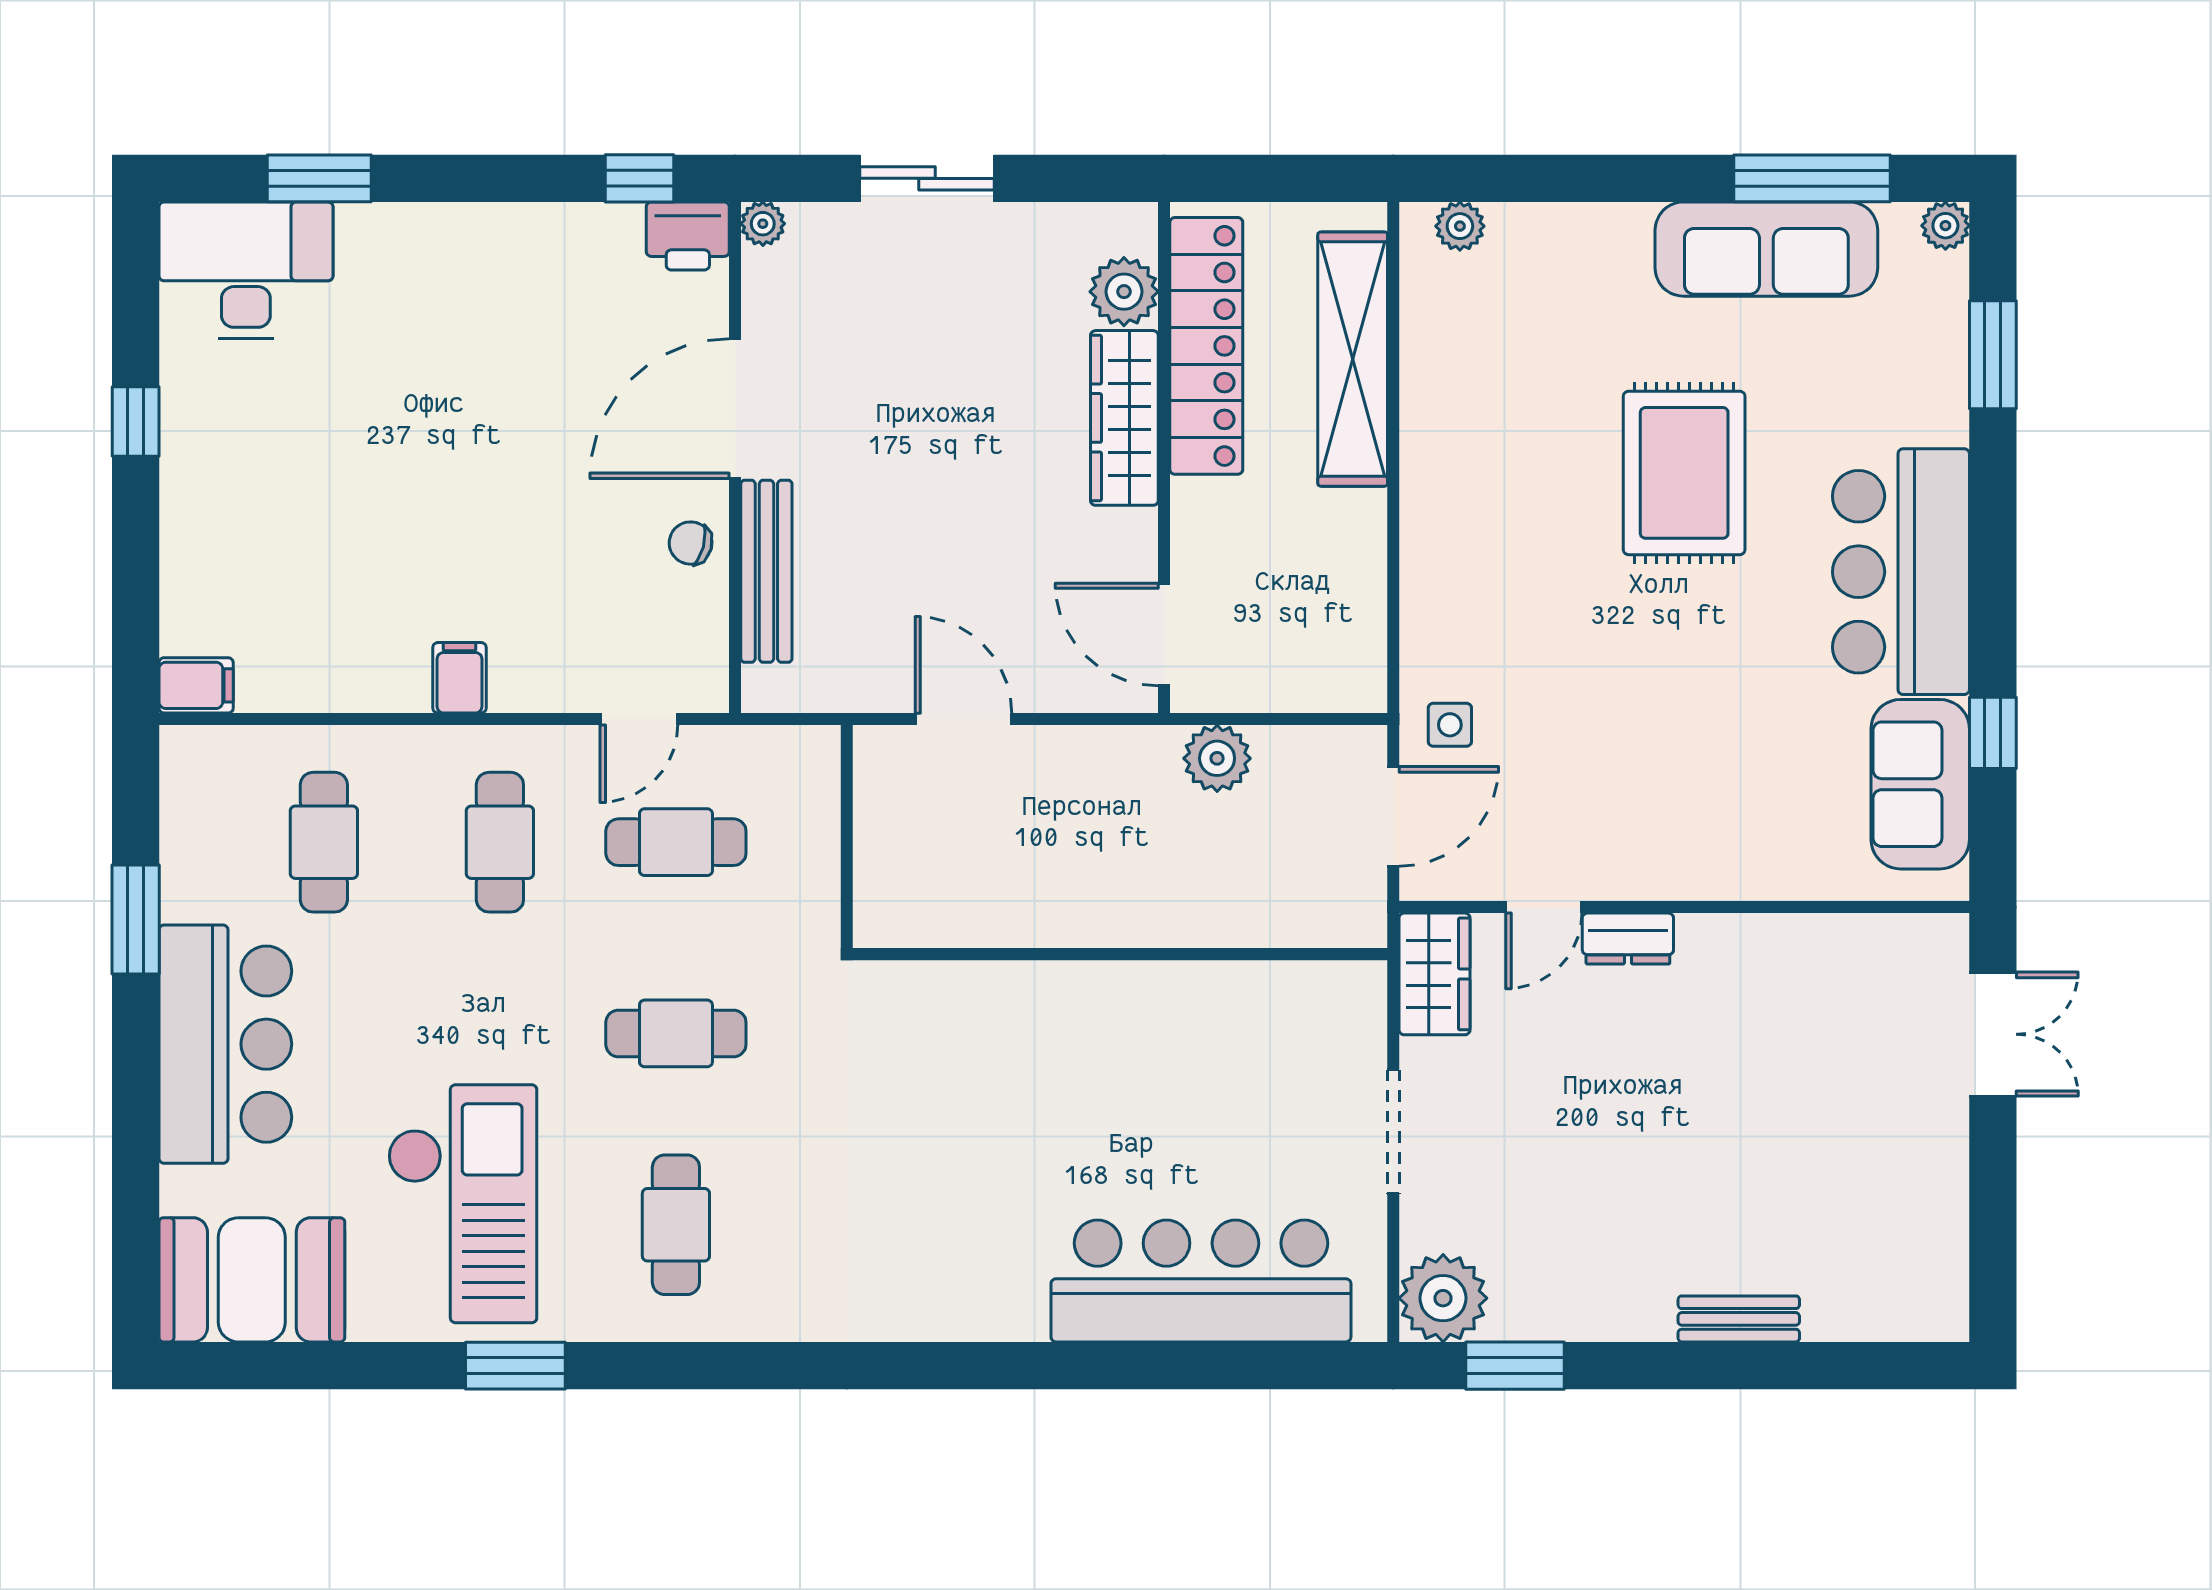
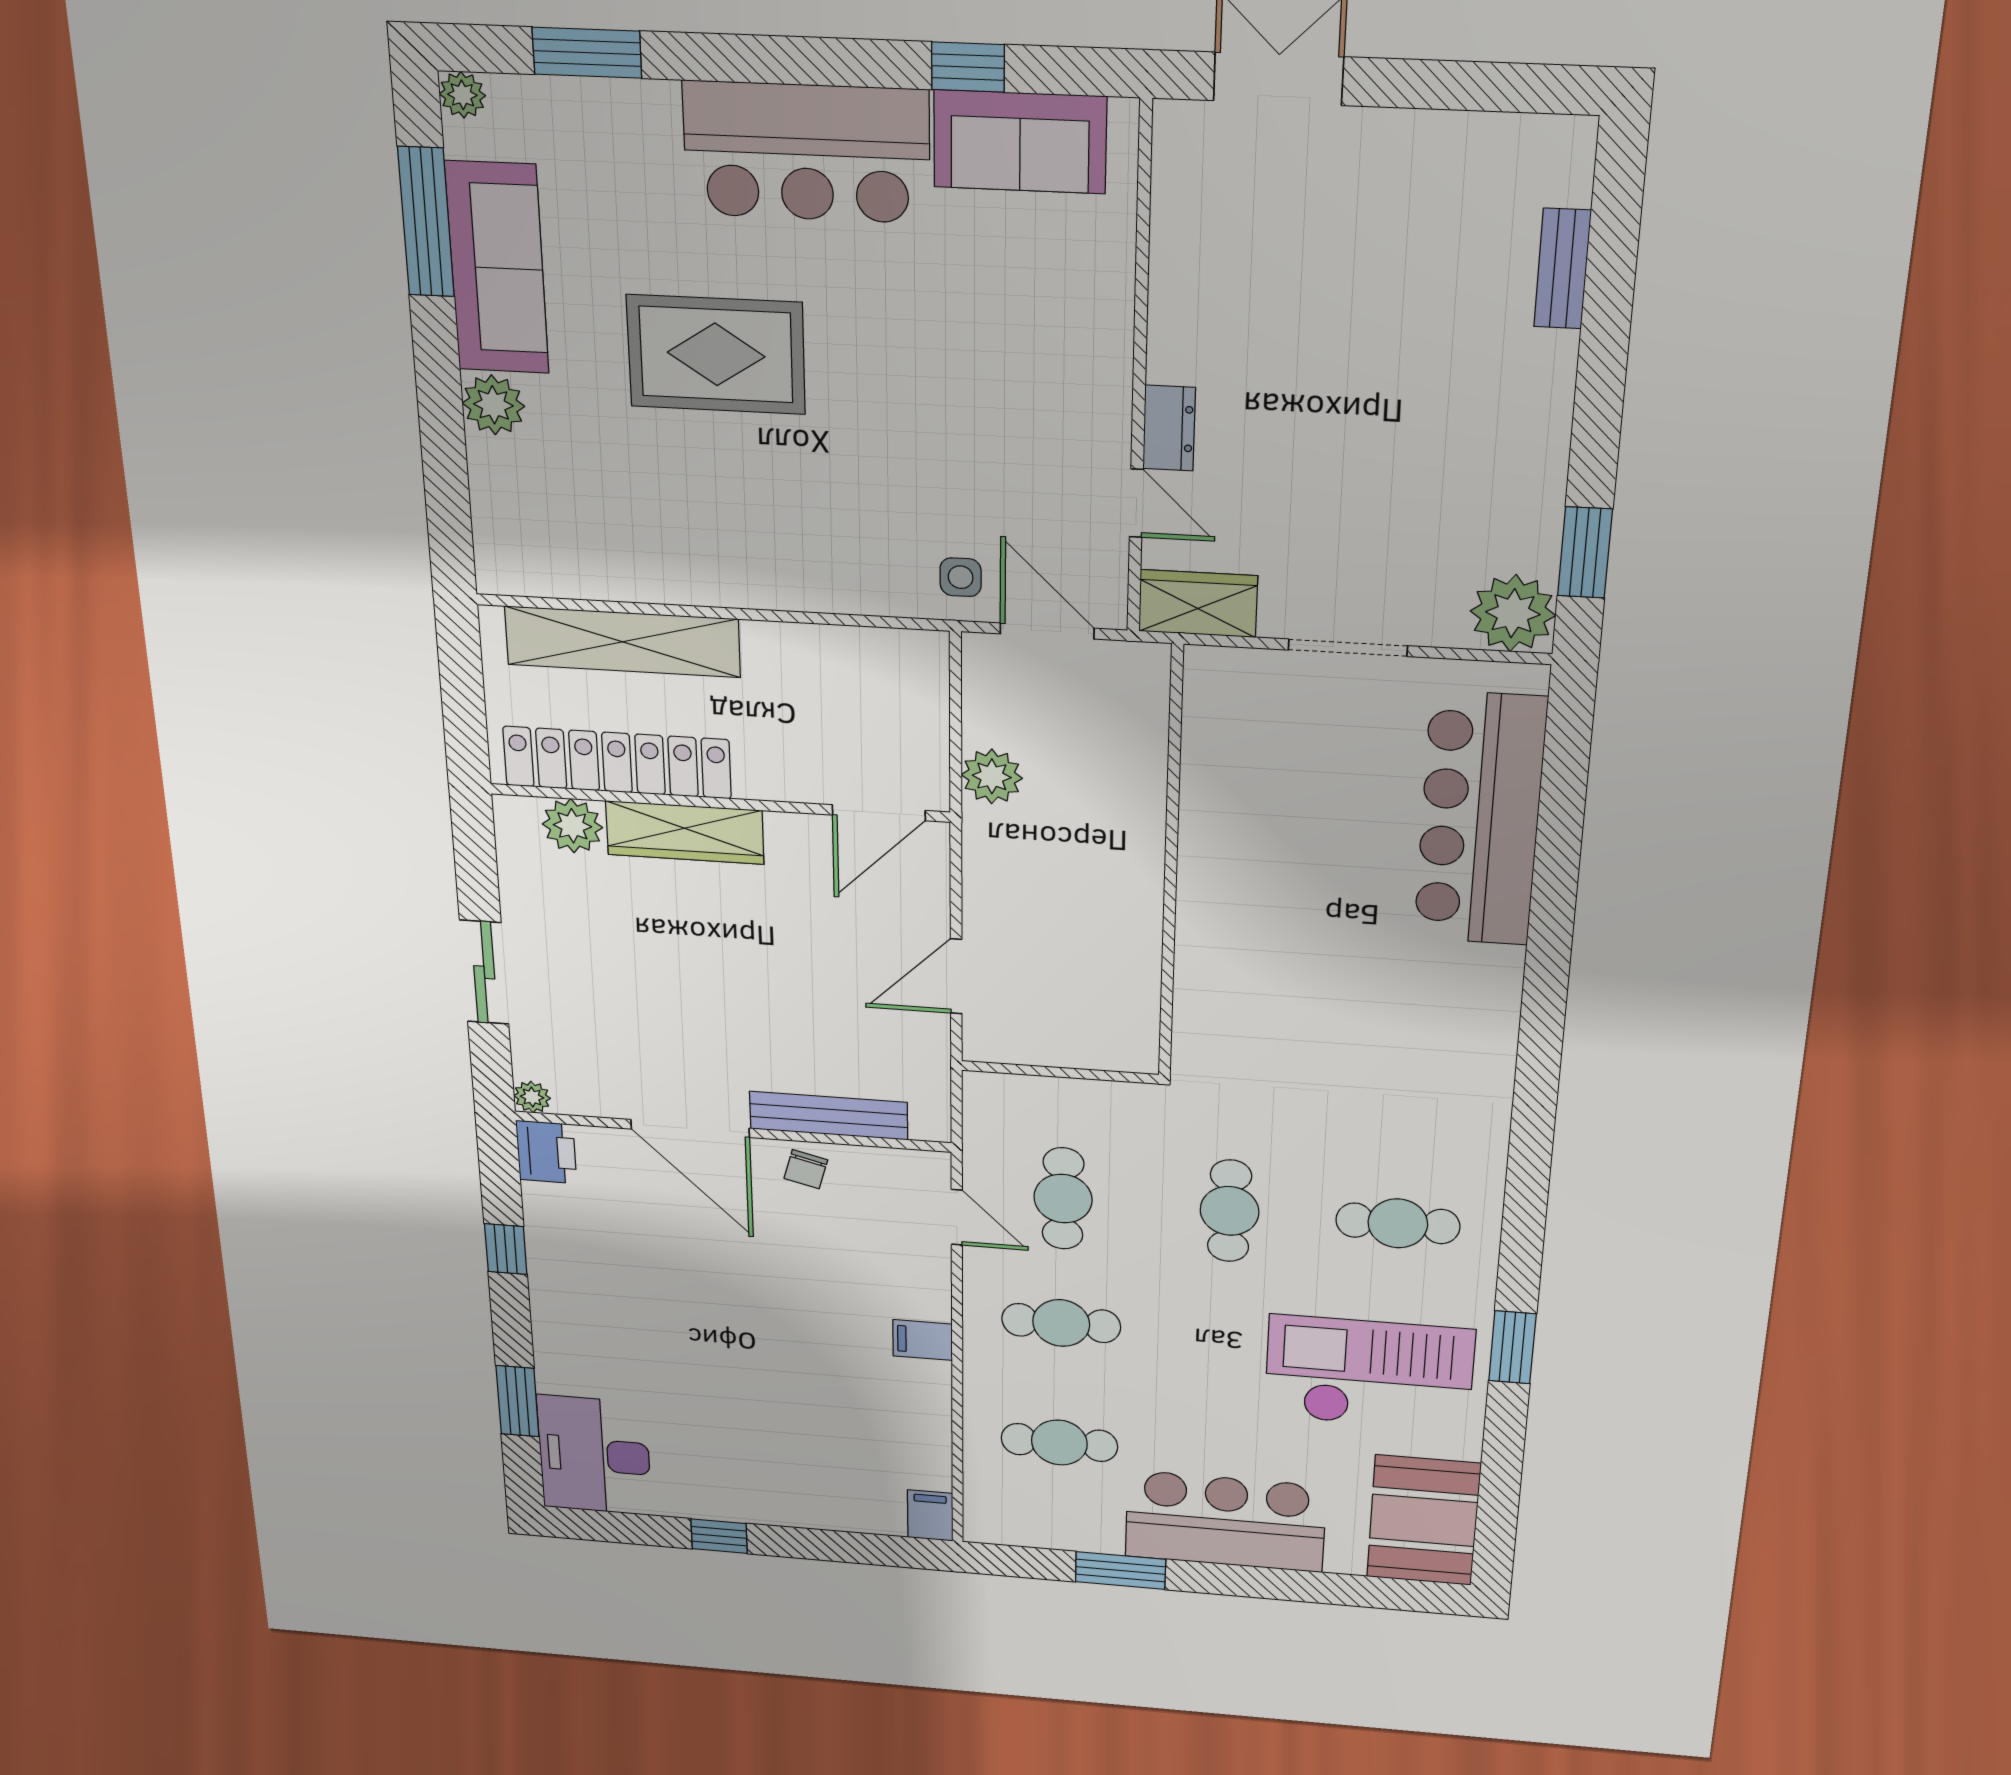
window: (639, 178) -> (506, 1249), moved
plant: (1460, 226) -> (493, 405), moved, width x1.38, depth x1.38
bench: (1739, 1319) -> (1562, 269), moved

